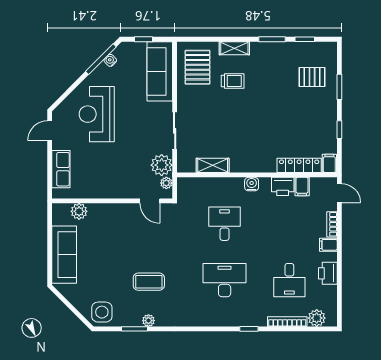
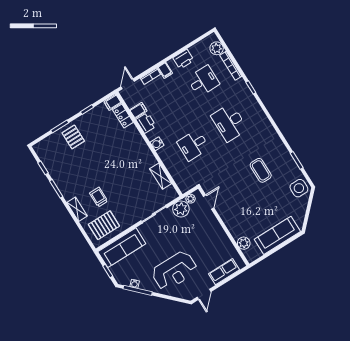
pallet: (312, 77) -> (73, 137), moved
door: (50, 131) -> (204, 294), hinge flipped
locker: (299, 165) -> (123, 116), width x0.66
plant: (148, 321) -> (286, 155), removed

